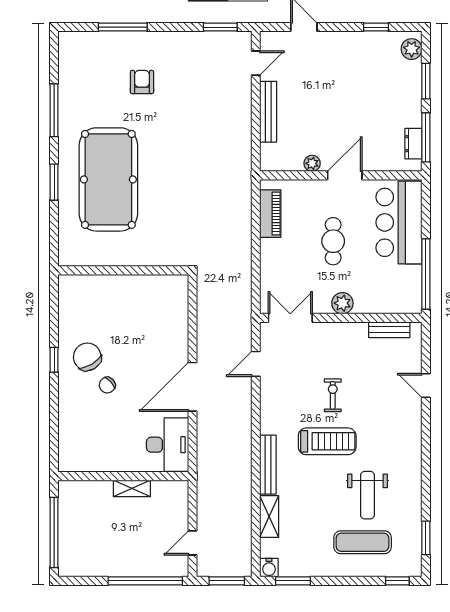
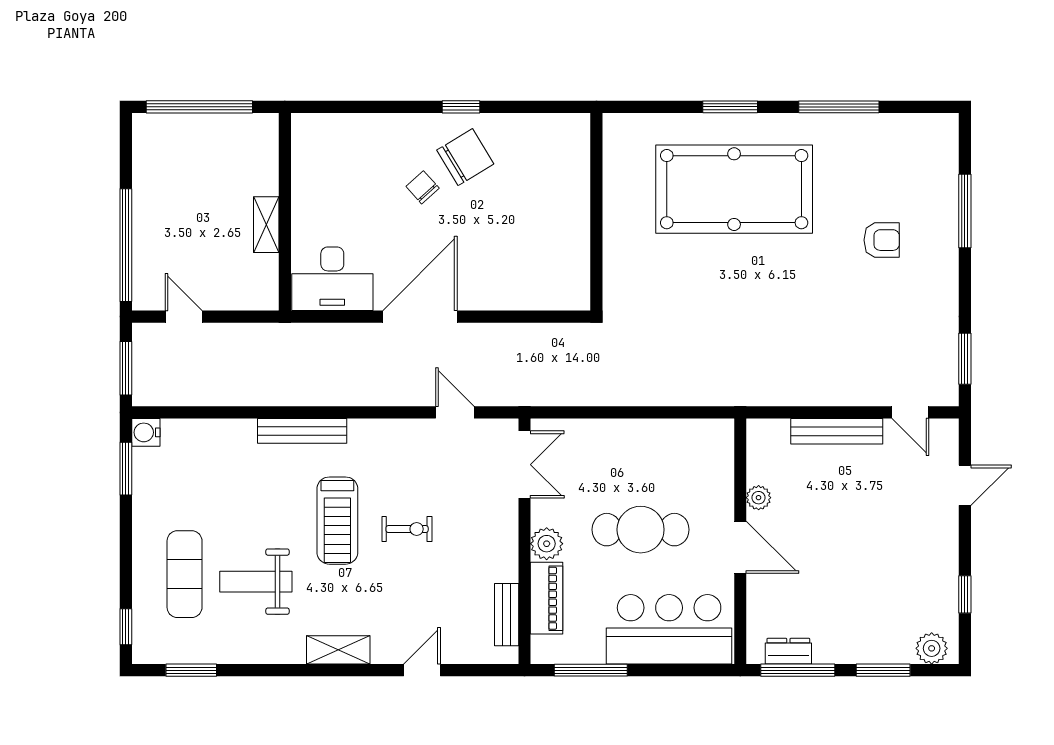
piano: (270, 214) -> (547, 598), moved, turned -90
cafe table: (333, 241) -> (641, 530), width x1.37, depth x1.35
window: (426, 274) -> (591, 670), width x0.68
door: (192, 387) -> (420, 317), hinge flipped
shelving: (269, 517) -> (338, 650), moved

